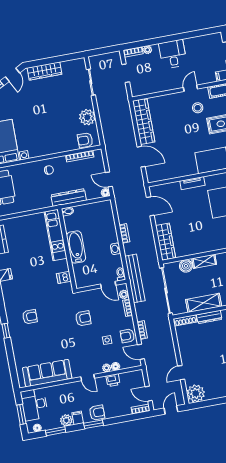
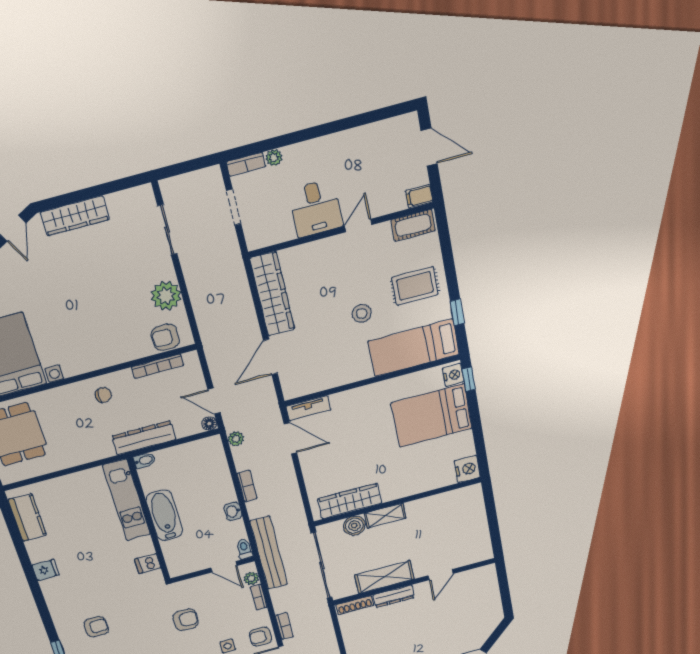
desk: (173, 54) -> (316, 208), moved, turned 180
stool: (198, 108) -> (362, 313), moved
door: (141, 157) -> (270, 357), swing flipped
tv unit: (192, 183) -> (308, 408), moved
plant: (120, 203) -> (236, 439), added
wardrobe: (166, 242) -> (350, 501), moved, turned -90

